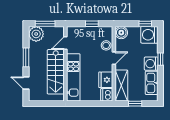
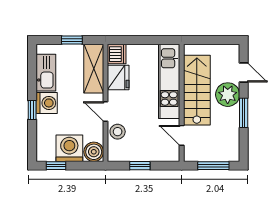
plant: (36, 34) -> (228, 95), moved
washing machine: (149, 35) -> (69, 148), moved, turned -90
door: (65, 43) -> (182, 135), swing flipped
door: (114, 58) -> (105, 112), hinge flipped

